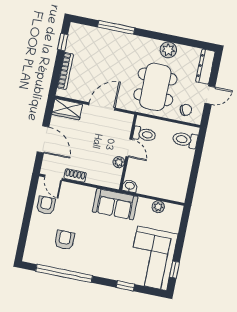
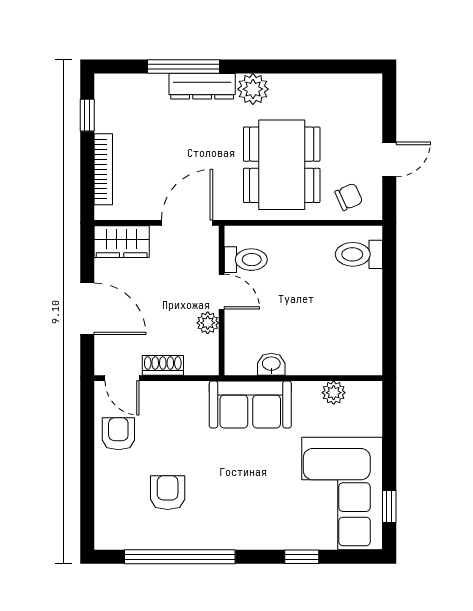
plant: (168, 50) -> (253, 89), moved
dresser: (205, 67) -> (202, 86), moved, turned -90
toilet: (144, 134) -> (246, 260), moved
door: (129, 148) -> (222, 292), moved
wall: (128, 152) -> (222, 301), moved
plant: (119, 162) -> (208, 323), moved

